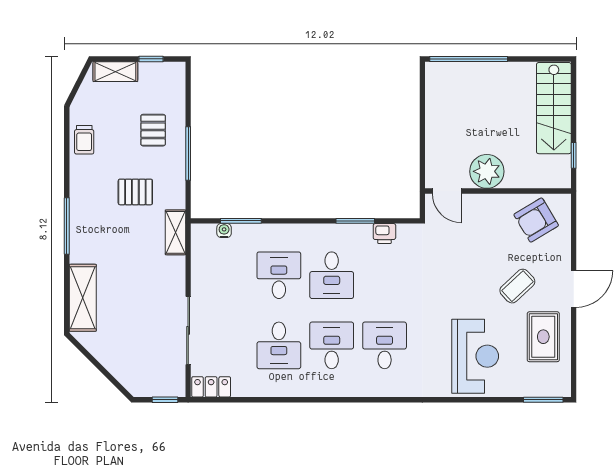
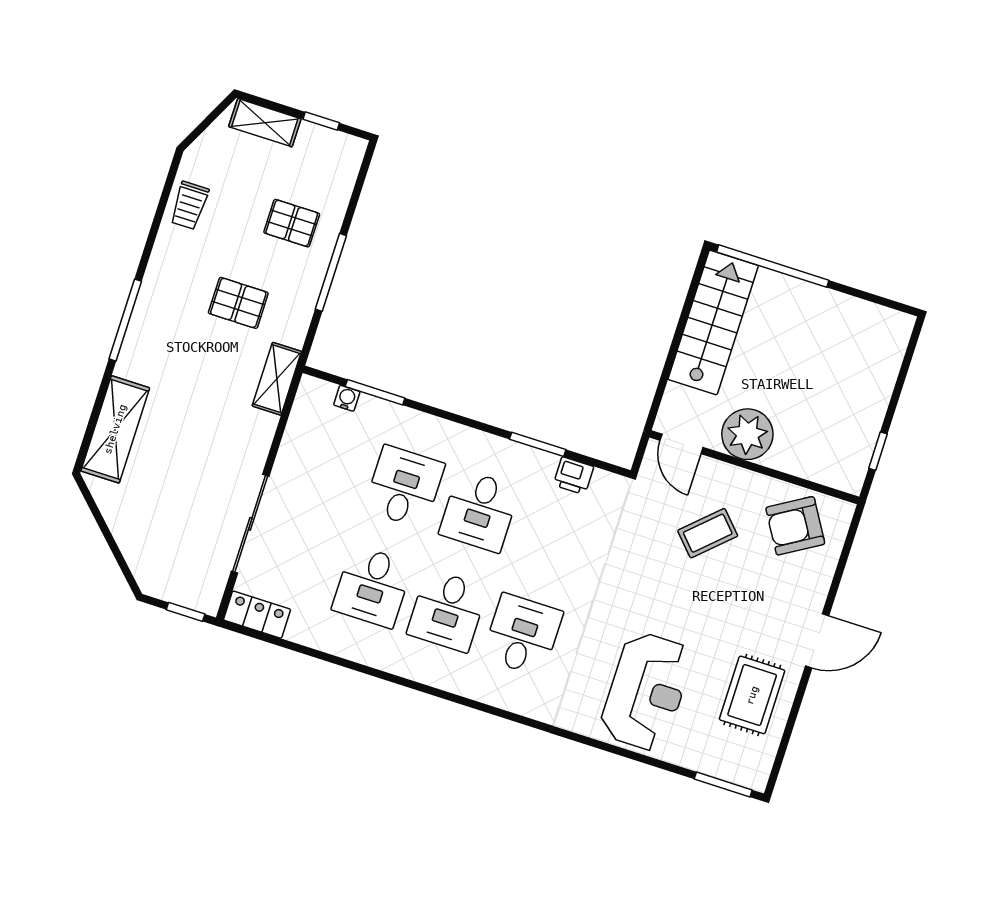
stairs: (554, 108) -> (713, 322), moved, turned 180
pallet: (153, 130) -> (292, 223), turned 90
coffee table: (517, 286) -> (708, 533), moved
desk: (332, 345) -> (447, 611), turned 180

